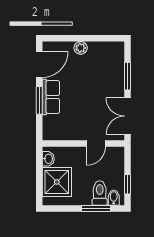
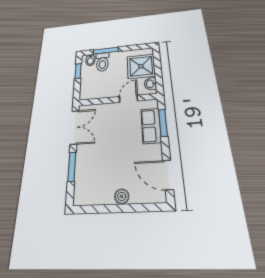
door: (39, 65) -> (168, 175), hinge flipped
row of seats: (51, 97) -> (151, 126), moved
window: (39, 100) -> (163, 123), moved
door: (96, 143) -> (128, 99), moved

